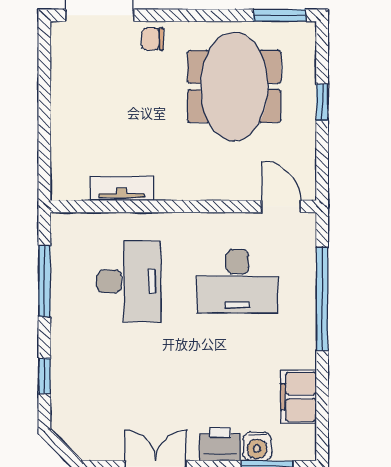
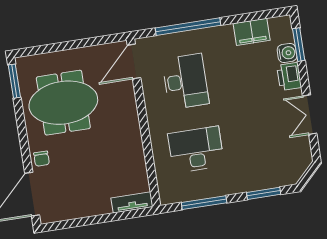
window: (322, 102) -> (65, 46), removed
tv unit: (122, 188) -> (132, 202), moved, turned 90
door: (281, 206) -> (134, 61), width x1.38
window: (44, 376) -> (264, 193), width x1.50

